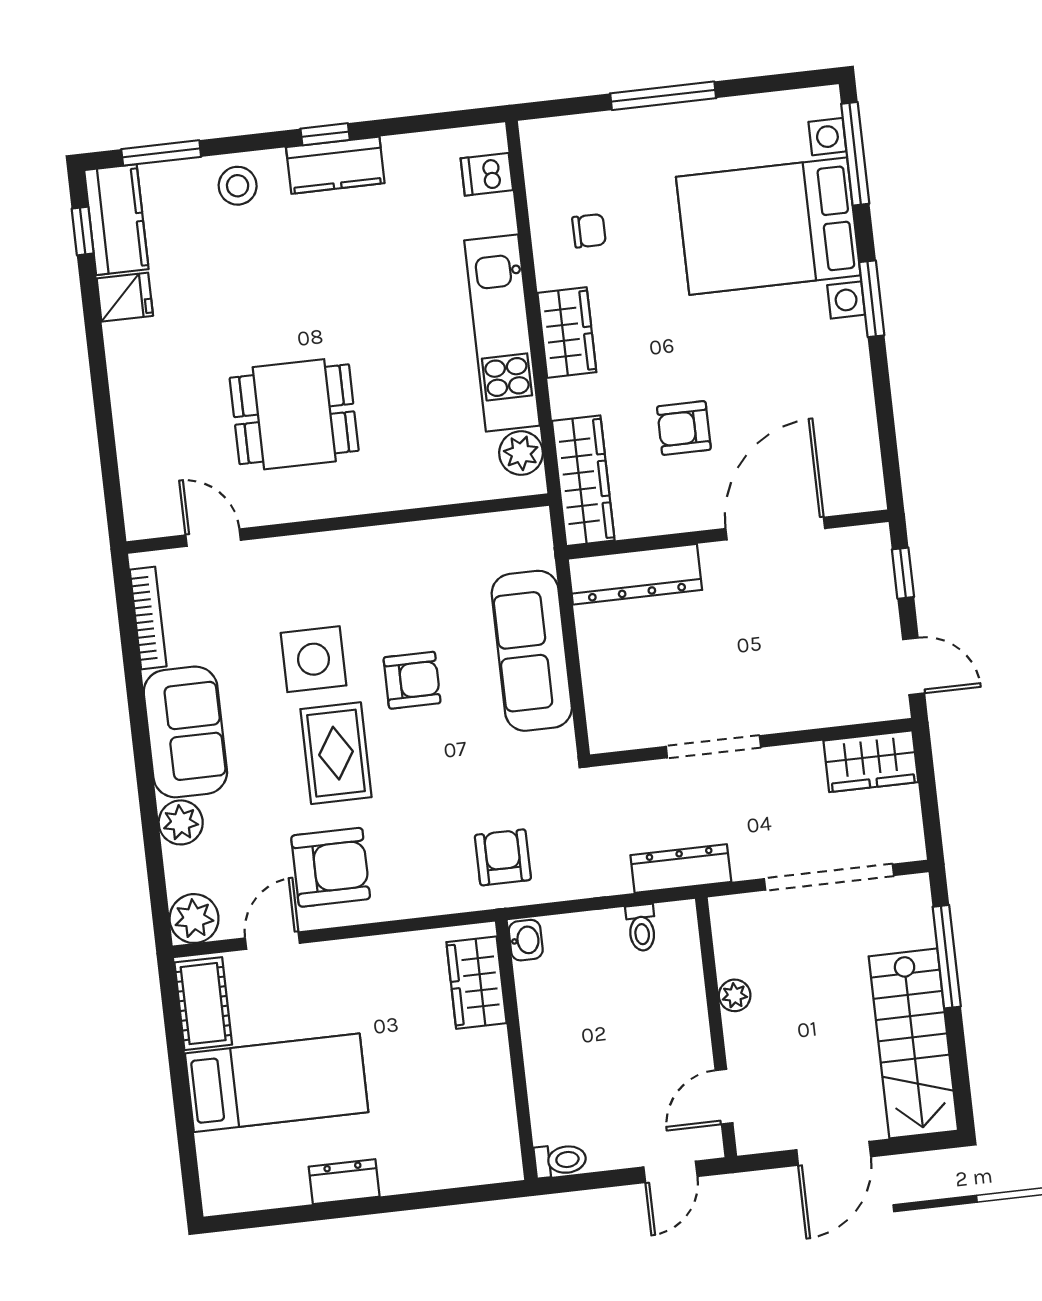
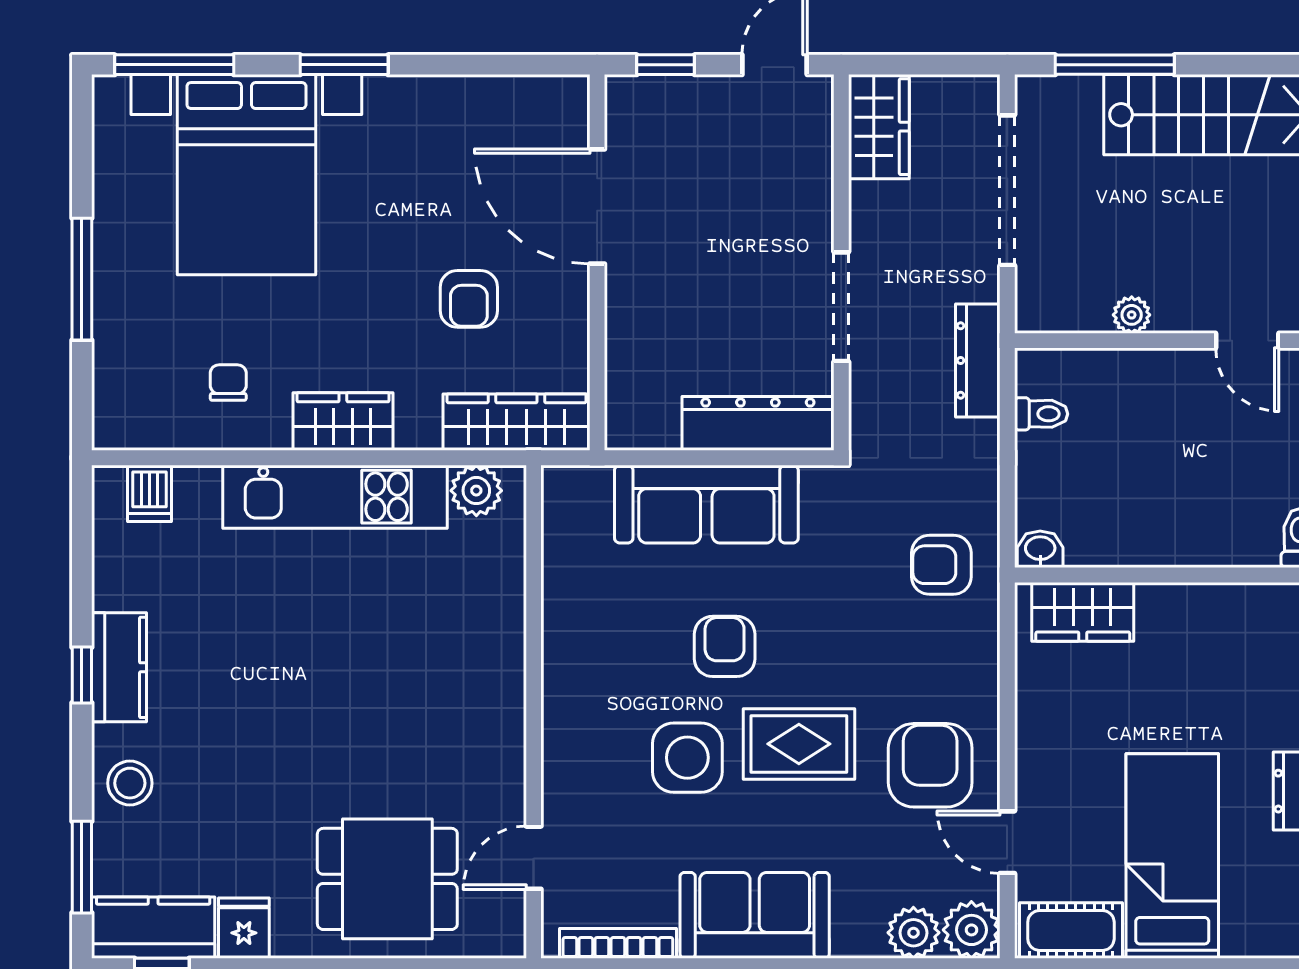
dining table: (294, 414) -> (387, 879), moved, turned 90
dresser: (635, 574) -> (758, 423), moved, turned -90
plant: (181, 822) -> (913, 933), moved

